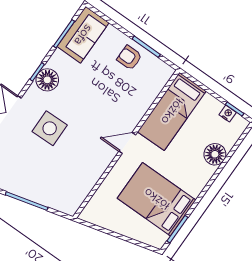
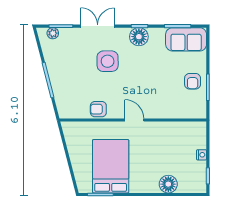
armchair: (129, 58) -> (193, 81), turned 180
bed: (172, 111) -> (177, 135), removed
nightstand: (228, 114) -> (202, 155), moved
armchair: (91, 171) -> (98, 109), added

